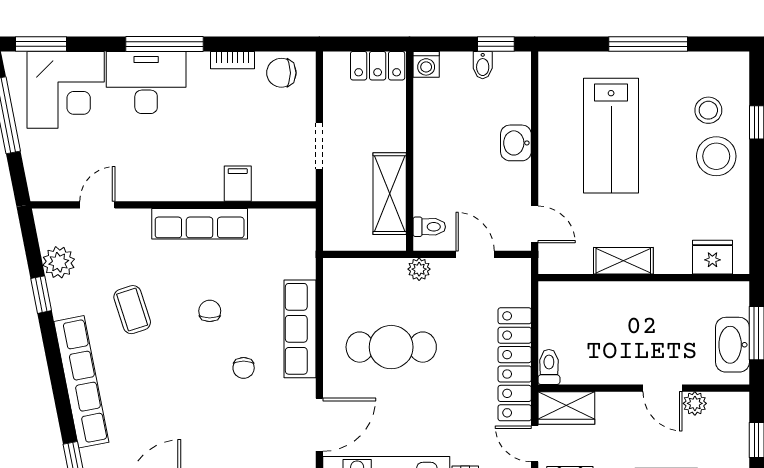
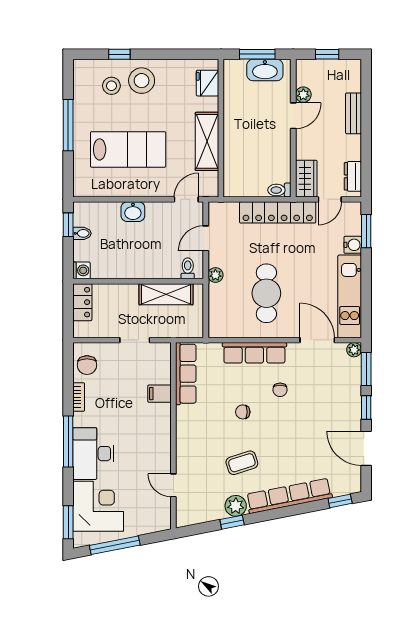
row of seats: (200, 224) -> (186, 374), moved
shelving: (623, 261) -> (207, 141), width x1.50, depth x1.33
plant: (59, 262) -> (236, 506), moved
chair: (244, 368) -> (280, 390), turned 90

